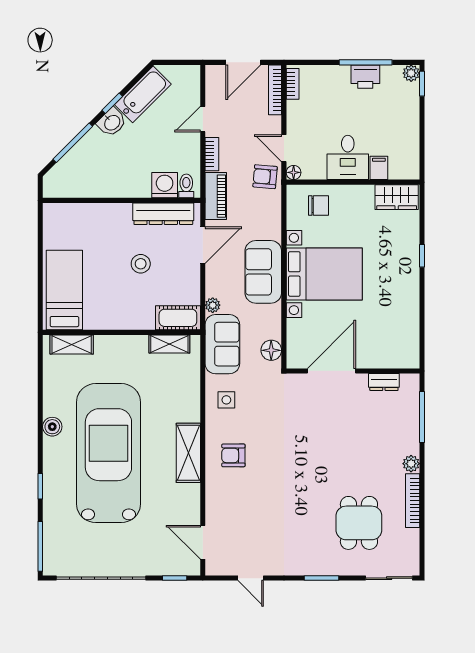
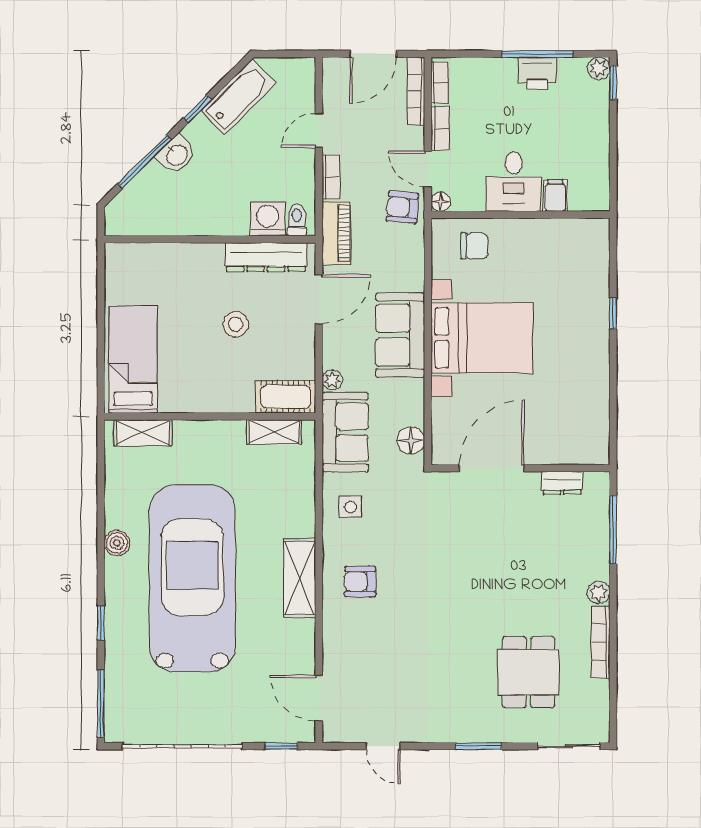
bookcase: (293, 118) -> (440, 128), added
washbasin: (112, 122) -> (176, 155), moved
wardrobe: (397, 197) -> (579, 235), removed

